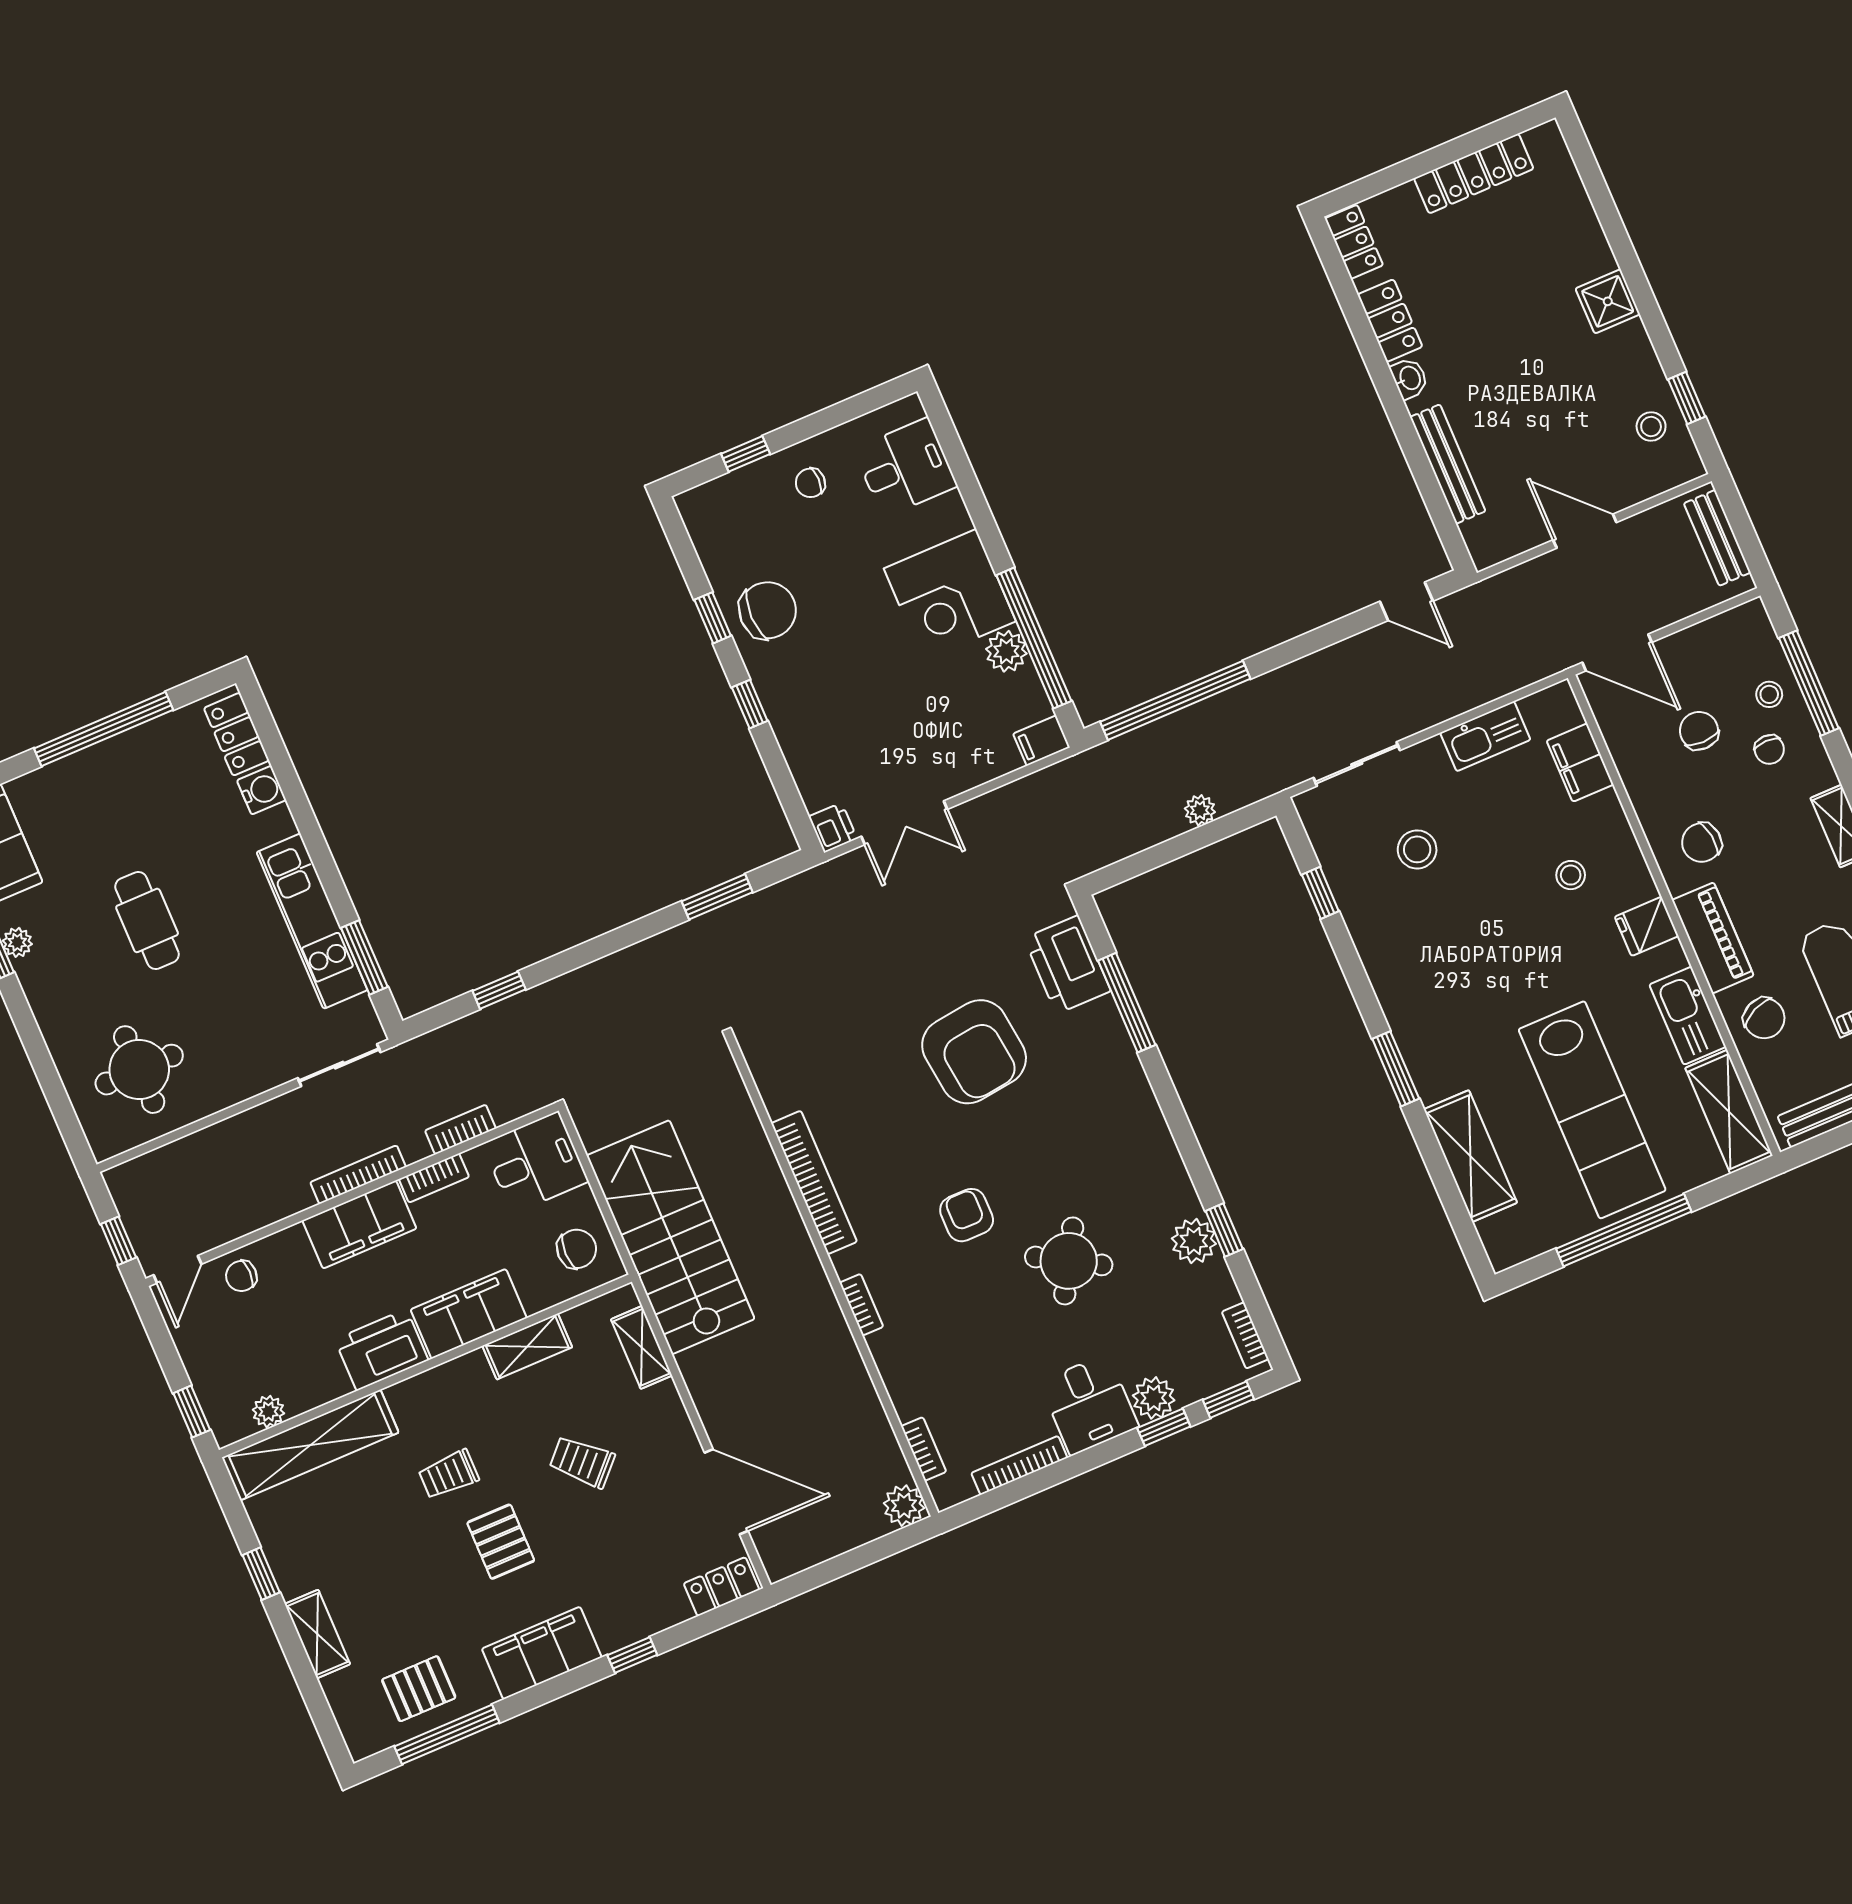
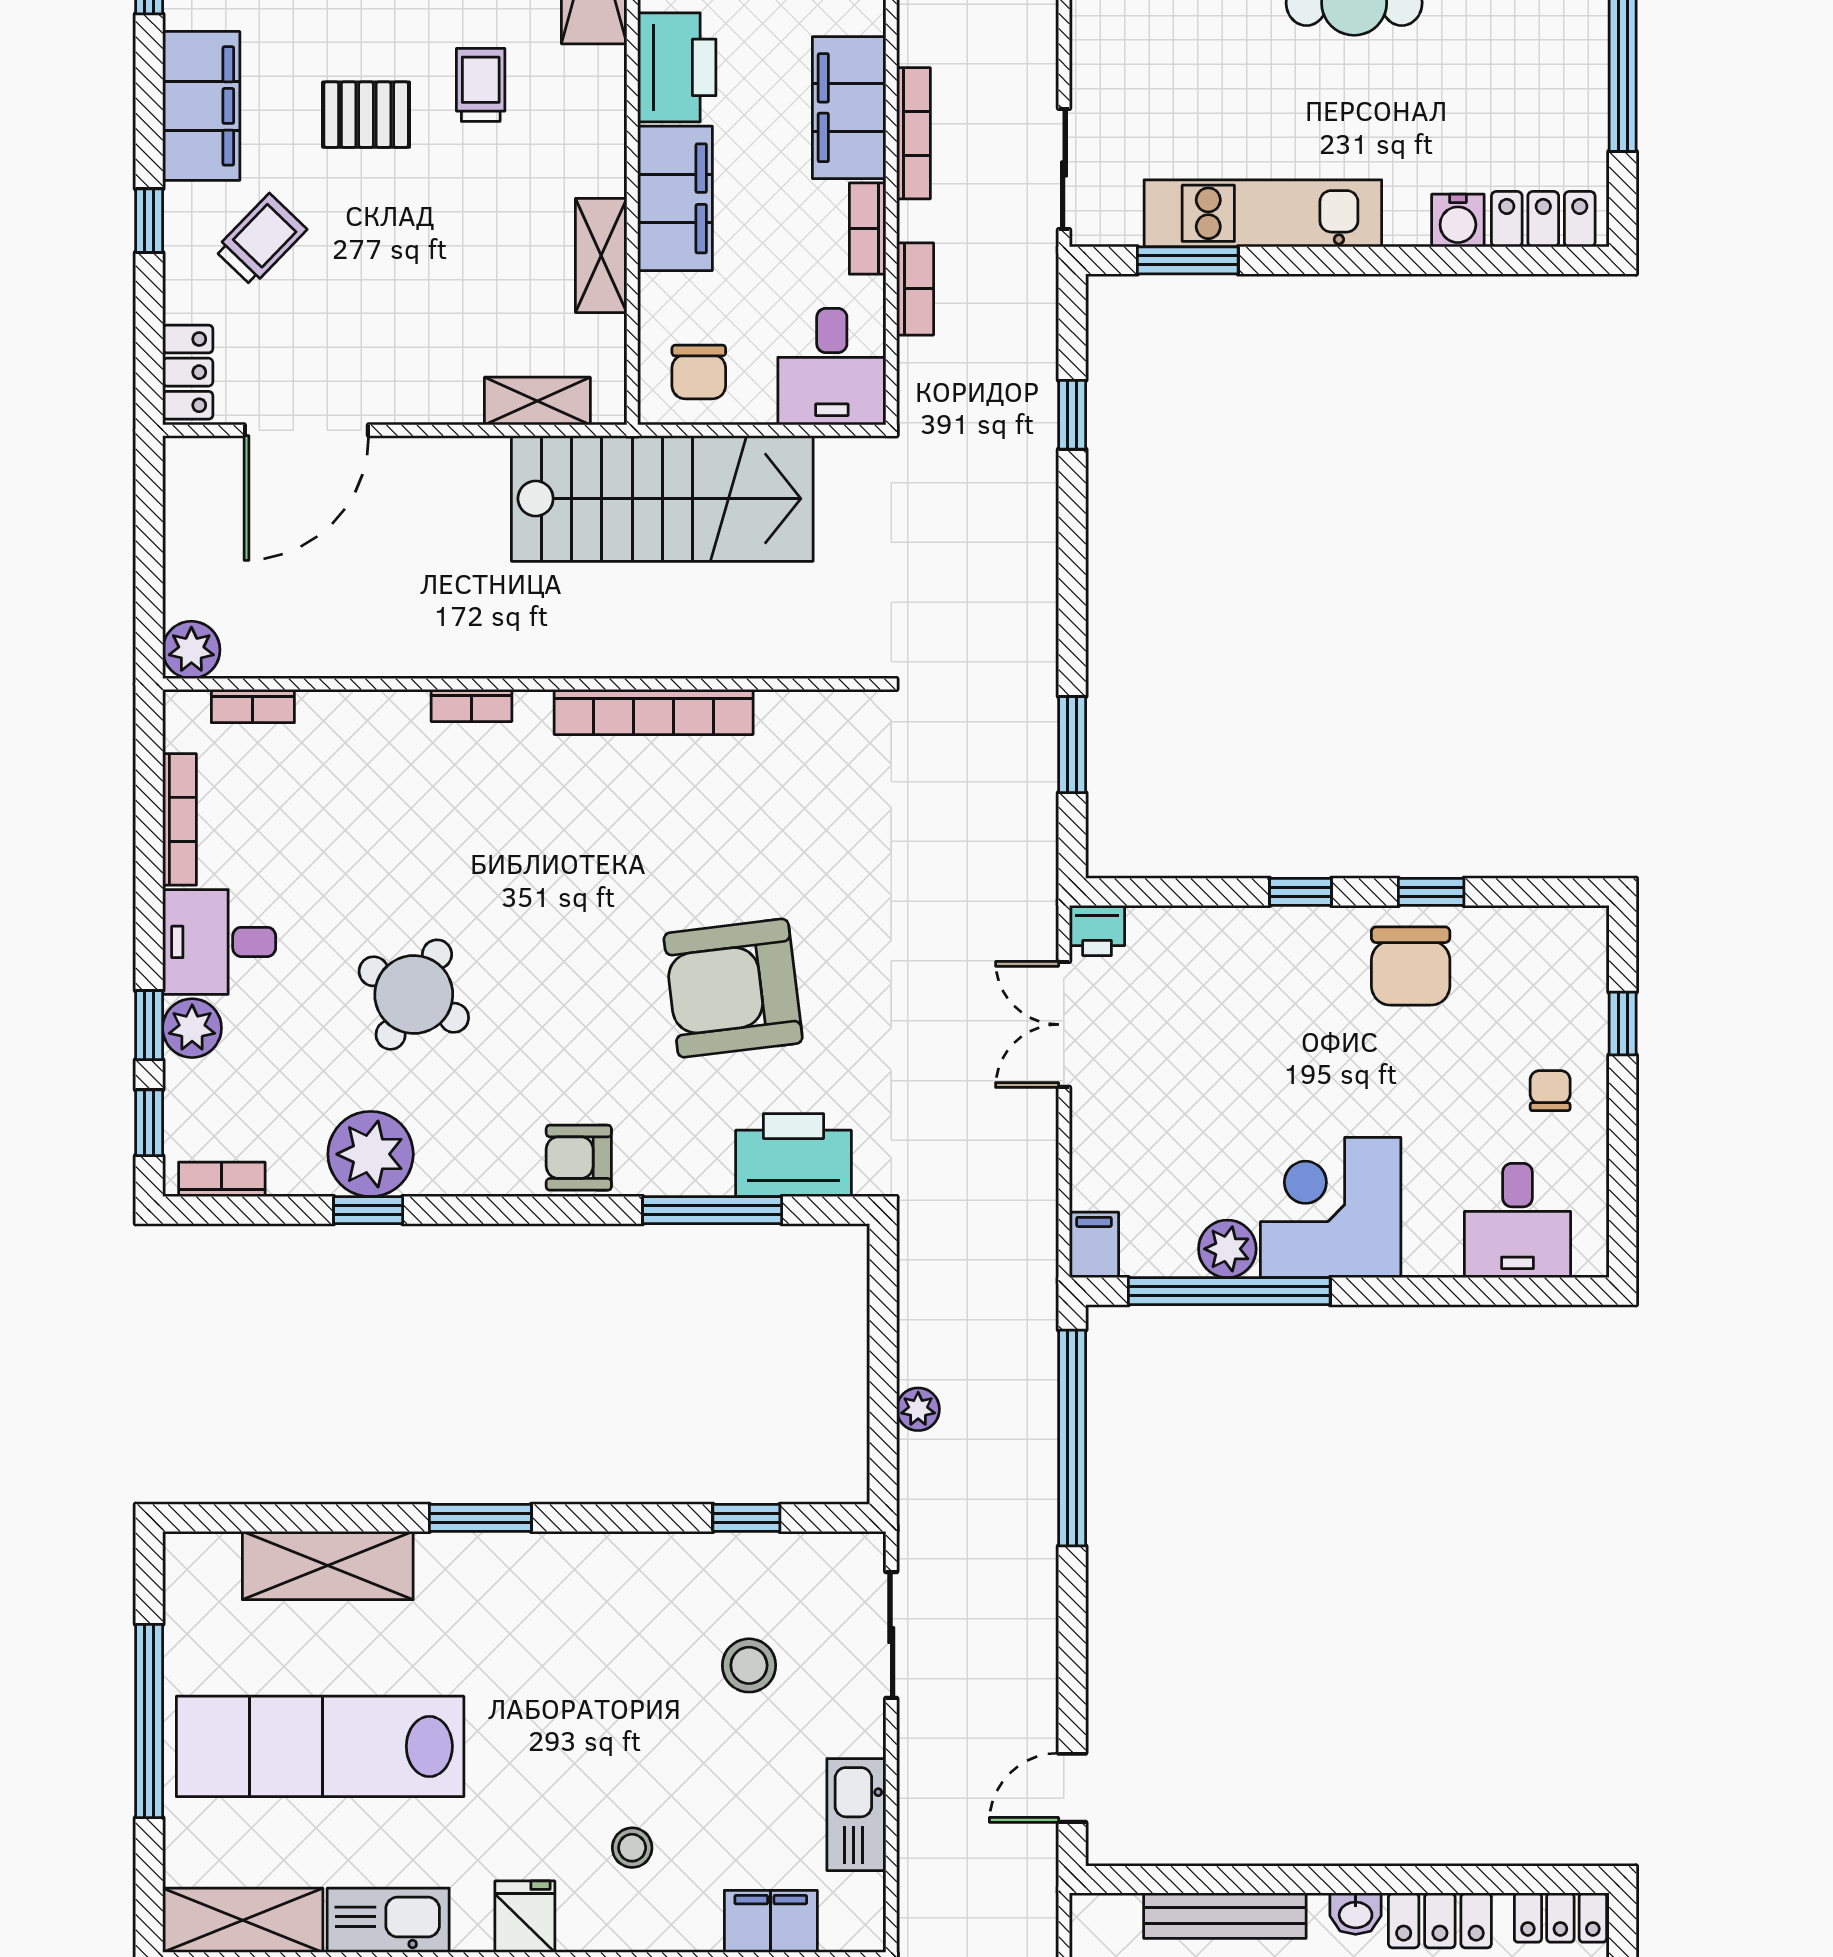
armchair: (967, 1215) -> (579, 1158), moved, turned 180
plant: (1194, 1241) -> (371, 1154), width x1.36, depth x1.36
trolley: (582, 1462) -> (261, 240), moved

